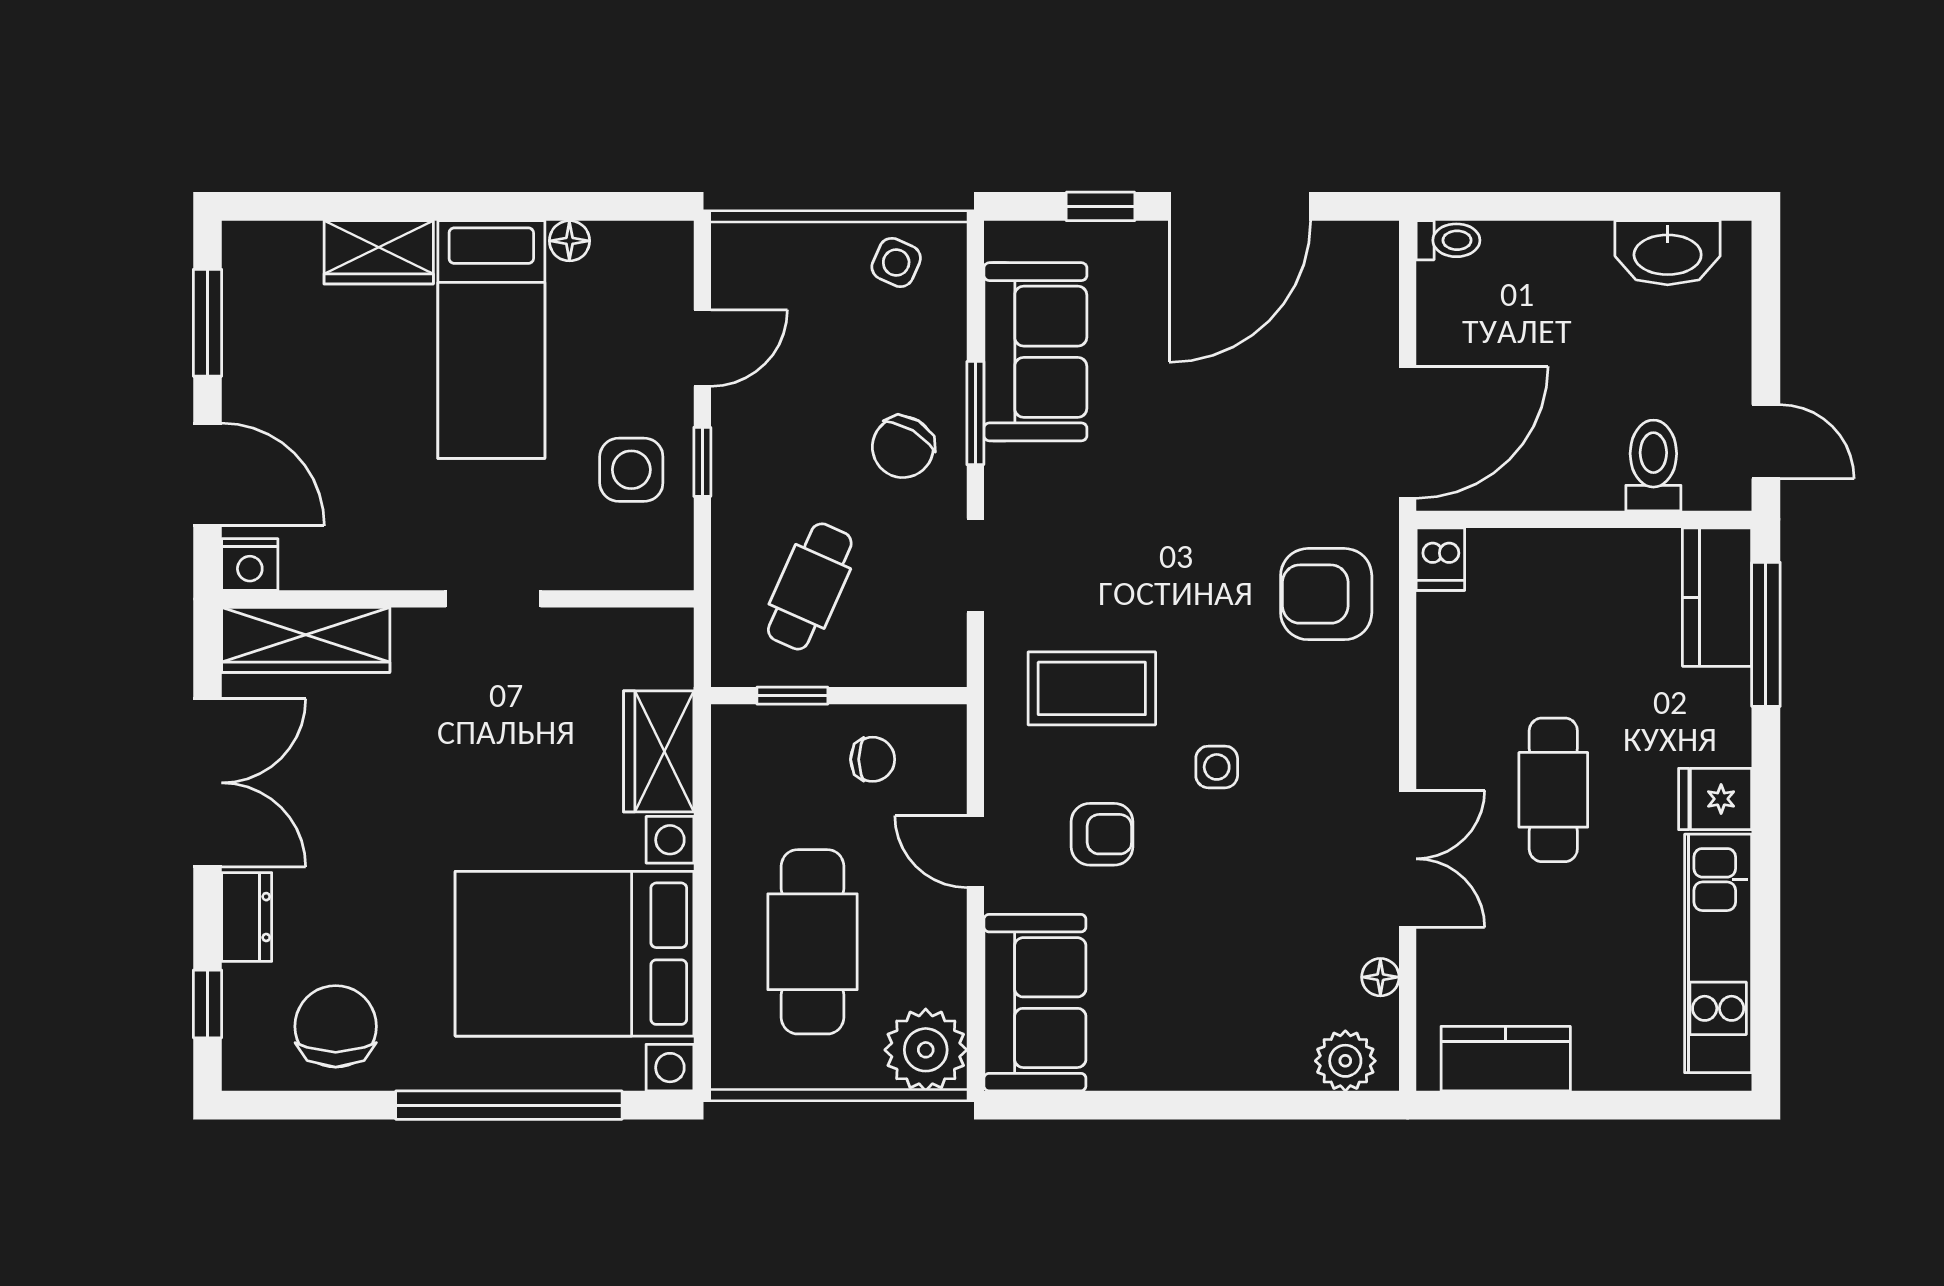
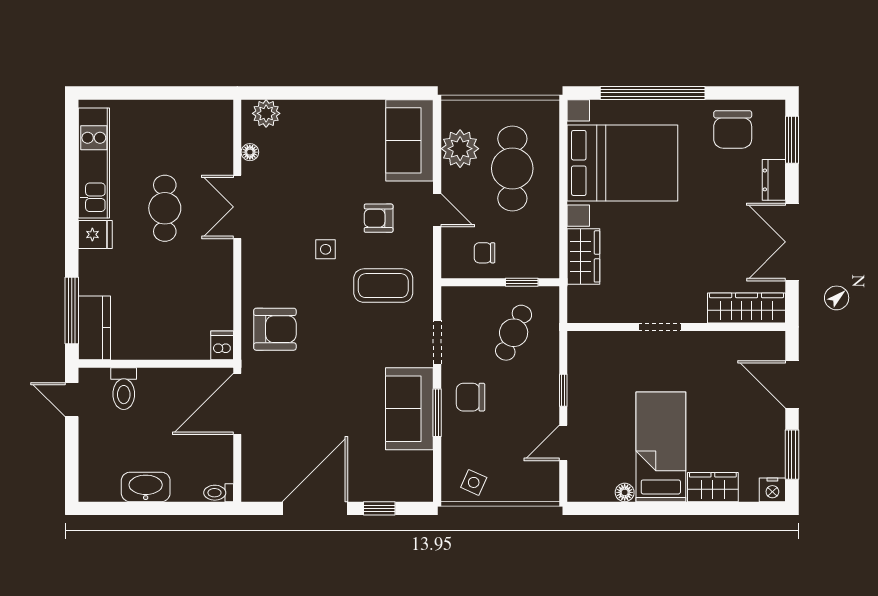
washbasin: (1668, 253) -> (146, 487), moved
sofa: (1035, 352) -> (409, 409), moved
chair: (903, 447) -> (471, 397), turned -121
side table: (631, 470) -> (596, 387), removed
nightstand: (250, 565) -> (772, 490), moved, turned 180
cafe table: (1553, 790) -> (165, 208), moved
window: (207, 1004) -> (792, 140), width x1.50
plant: (926, 1050) -> (460, 149), moved
kitchen counter: (1506, 1059) -> (192, 114), removed

